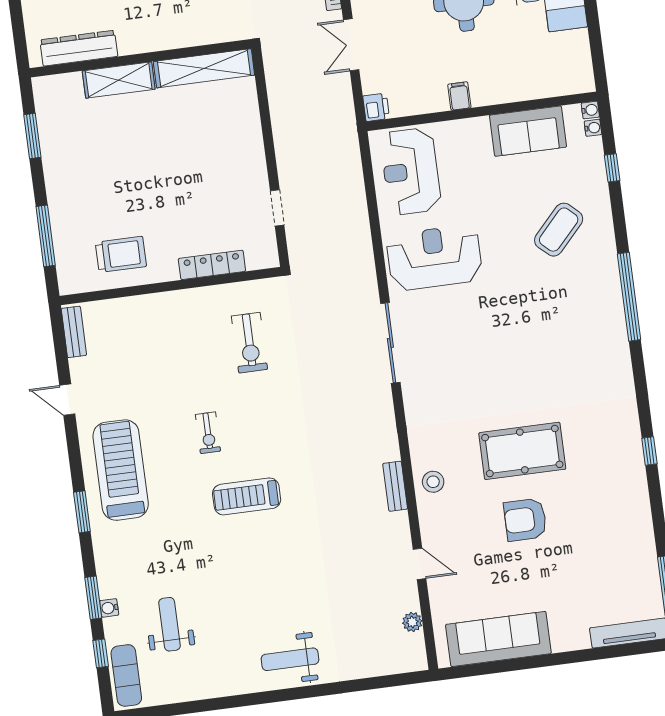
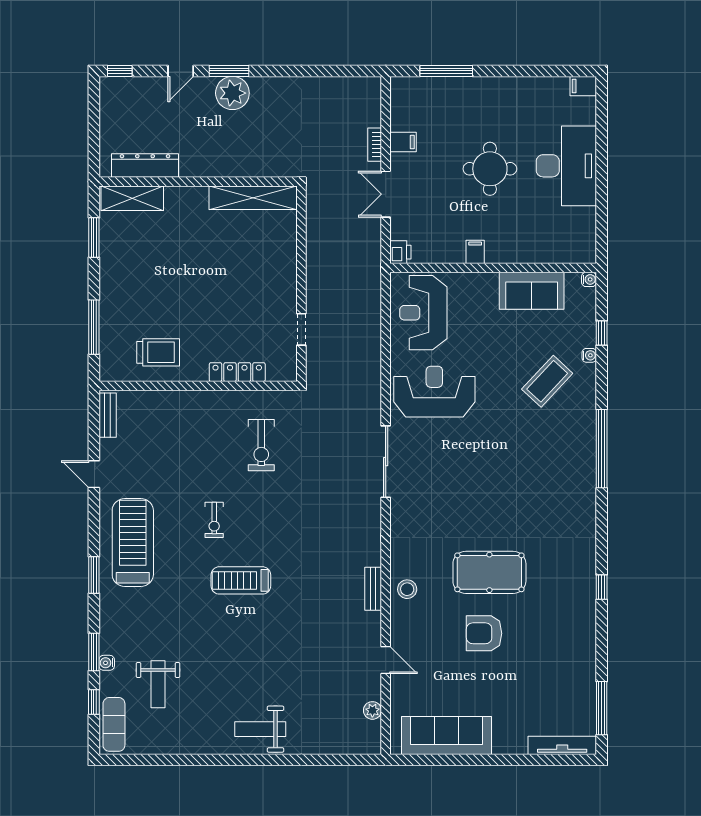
shelving: (119, 80) -> (132, 198), moved
water cooler: (593, 128) -> (589, 355), moved
weight bench: (169, 624) -> (158, 684), turned 180

